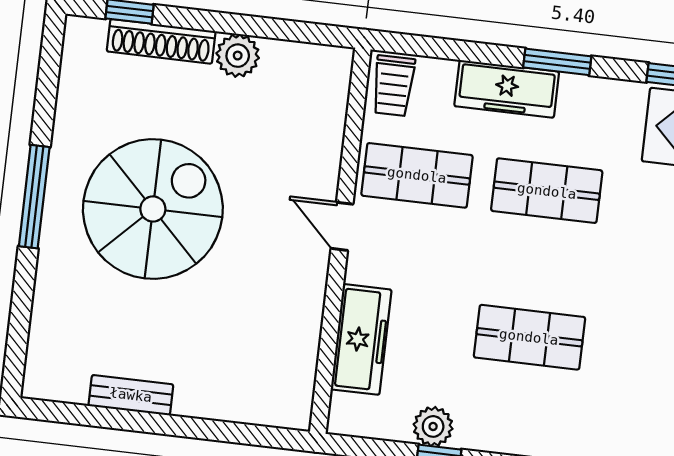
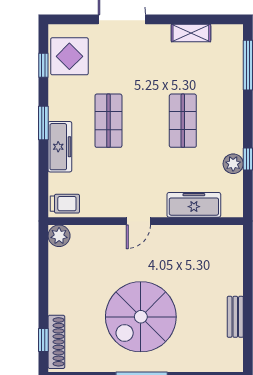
shoe rack: (161, 41) -> (56, 342), moved
plant: (238, 56) -> (59, 236), moved
shop shelf: (417, 175) -> (108, 187), removed
spiral stairs: (153, 209) -> (141, 317), turned -90

